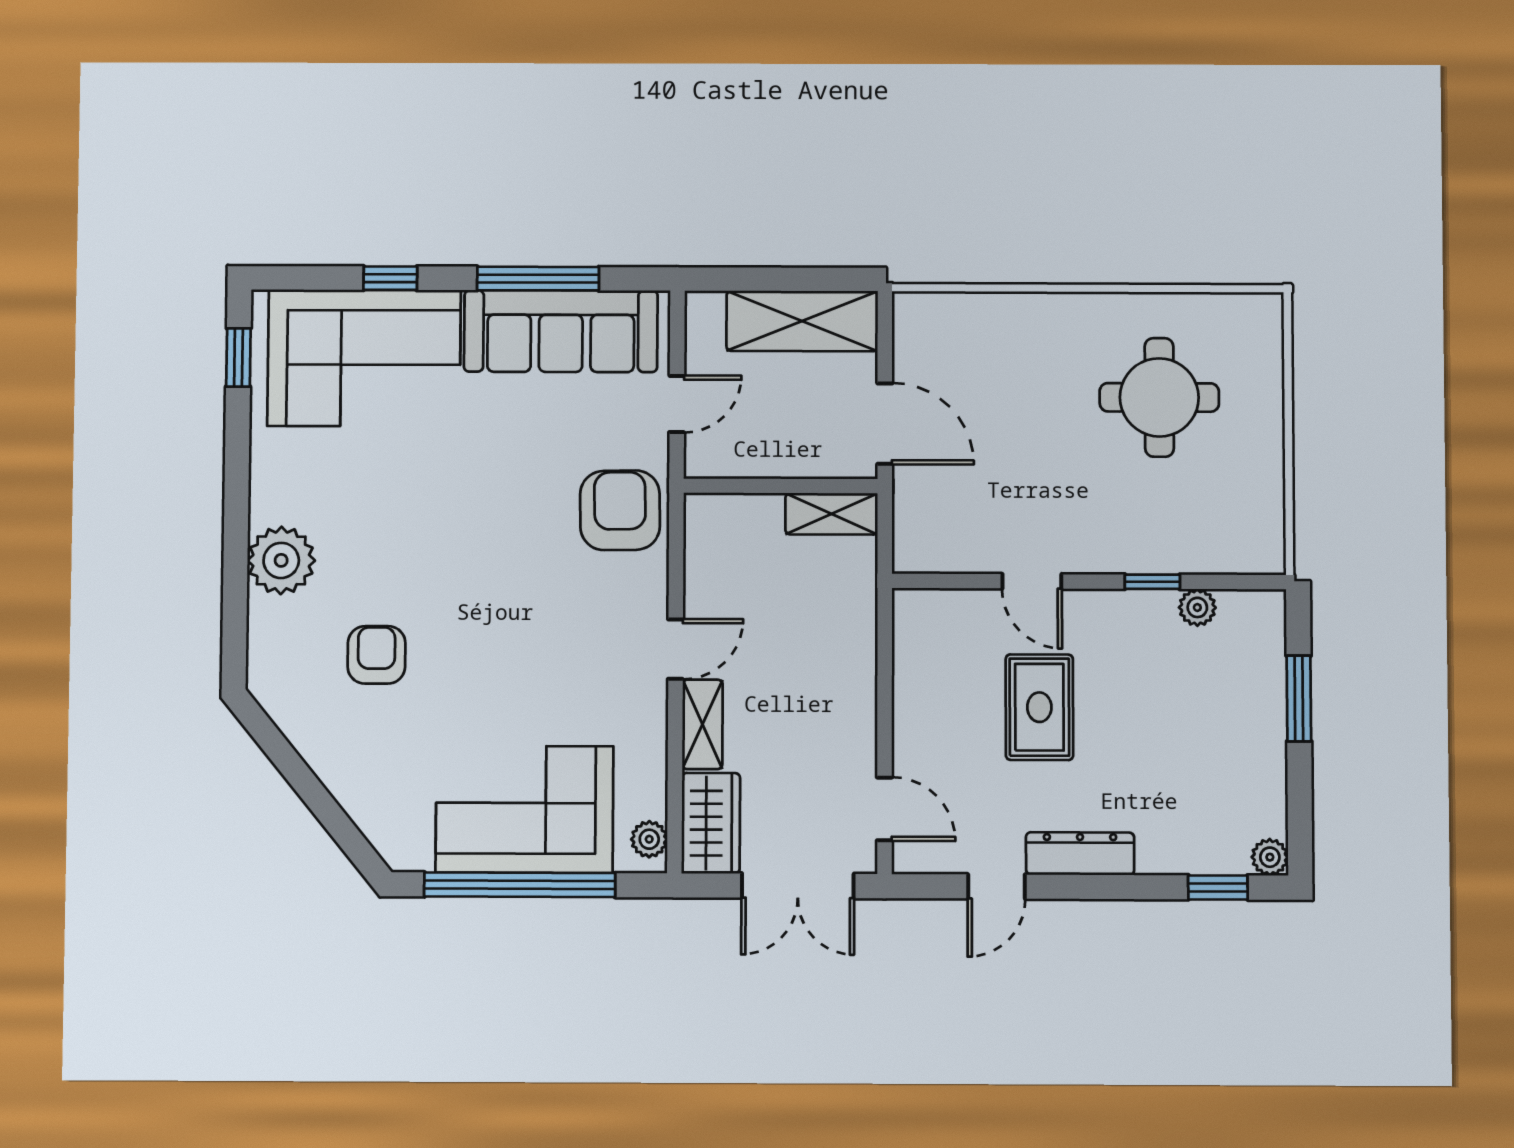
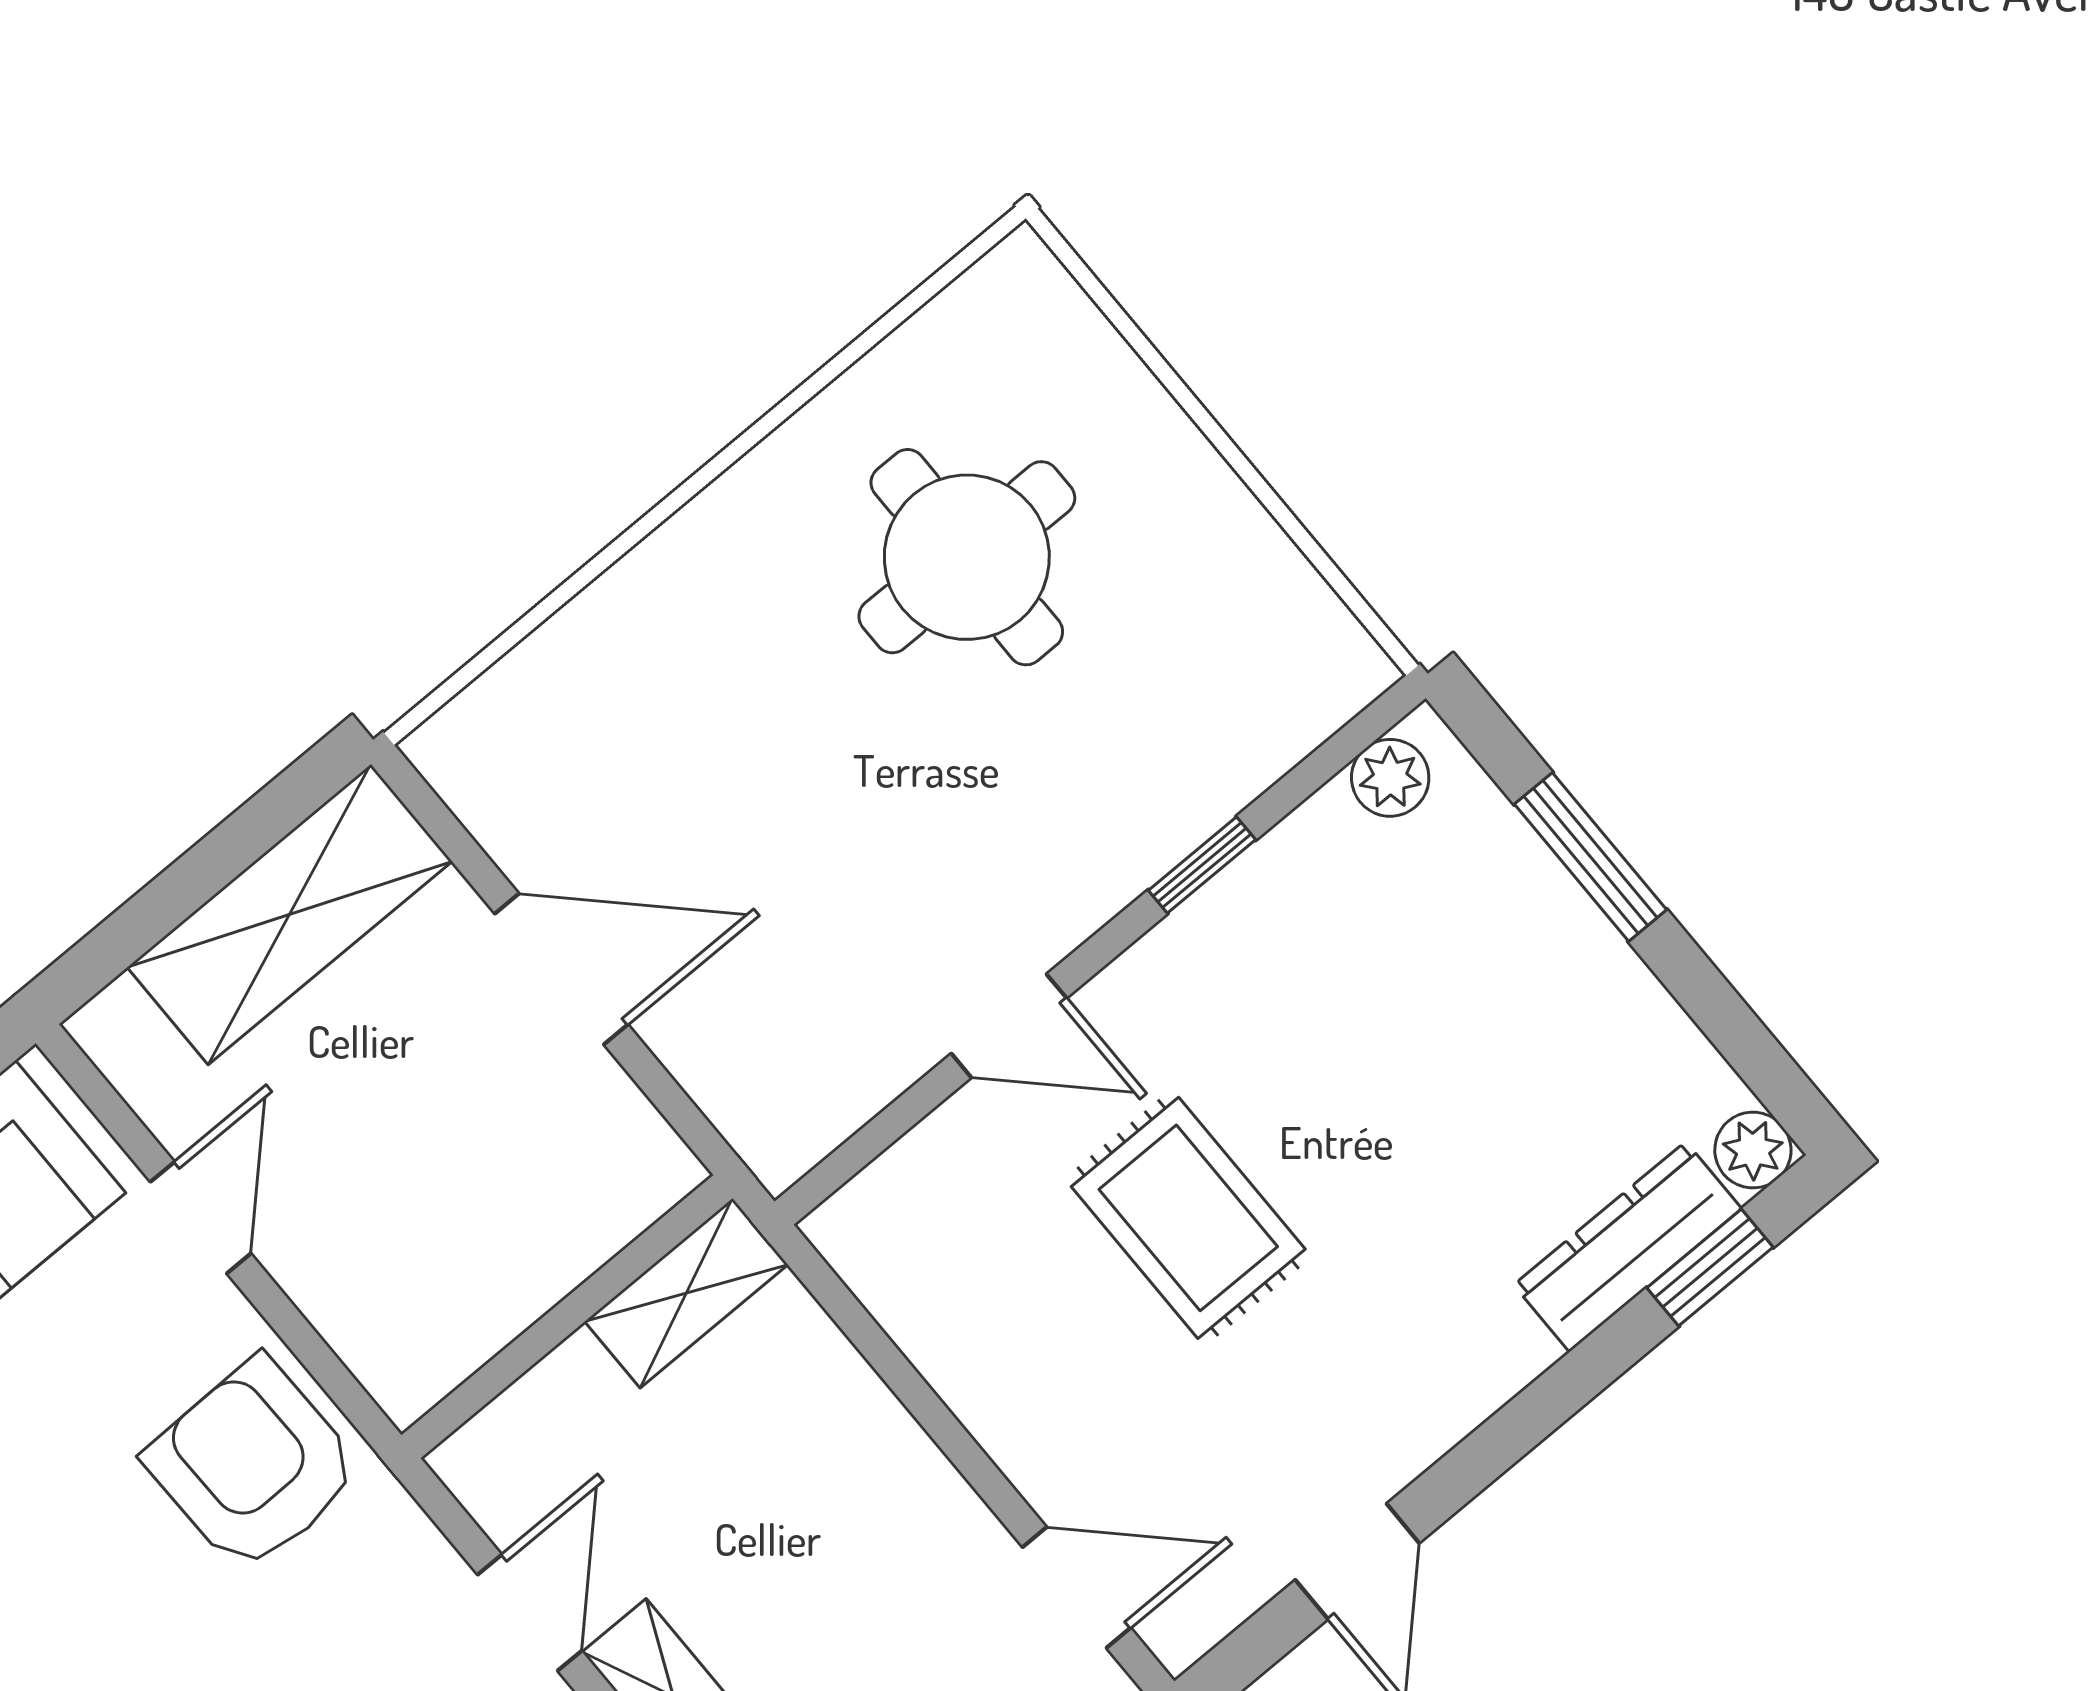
wall: (781, 486) -> (567, 1317), moved
shelving: (832, 514) -> (686, 1293), moved
plant: (1197, 607) -> (1390, 778), moved
dresser: (1080, 854) -> (1628, 1247), moved

